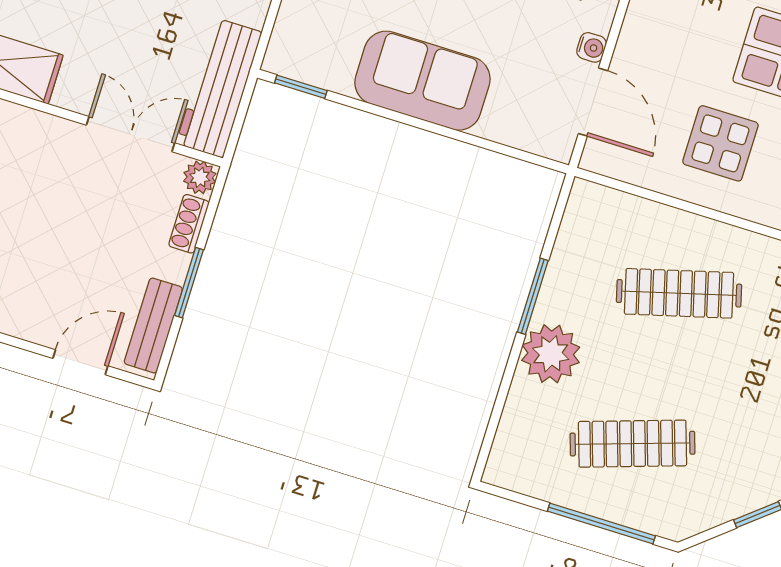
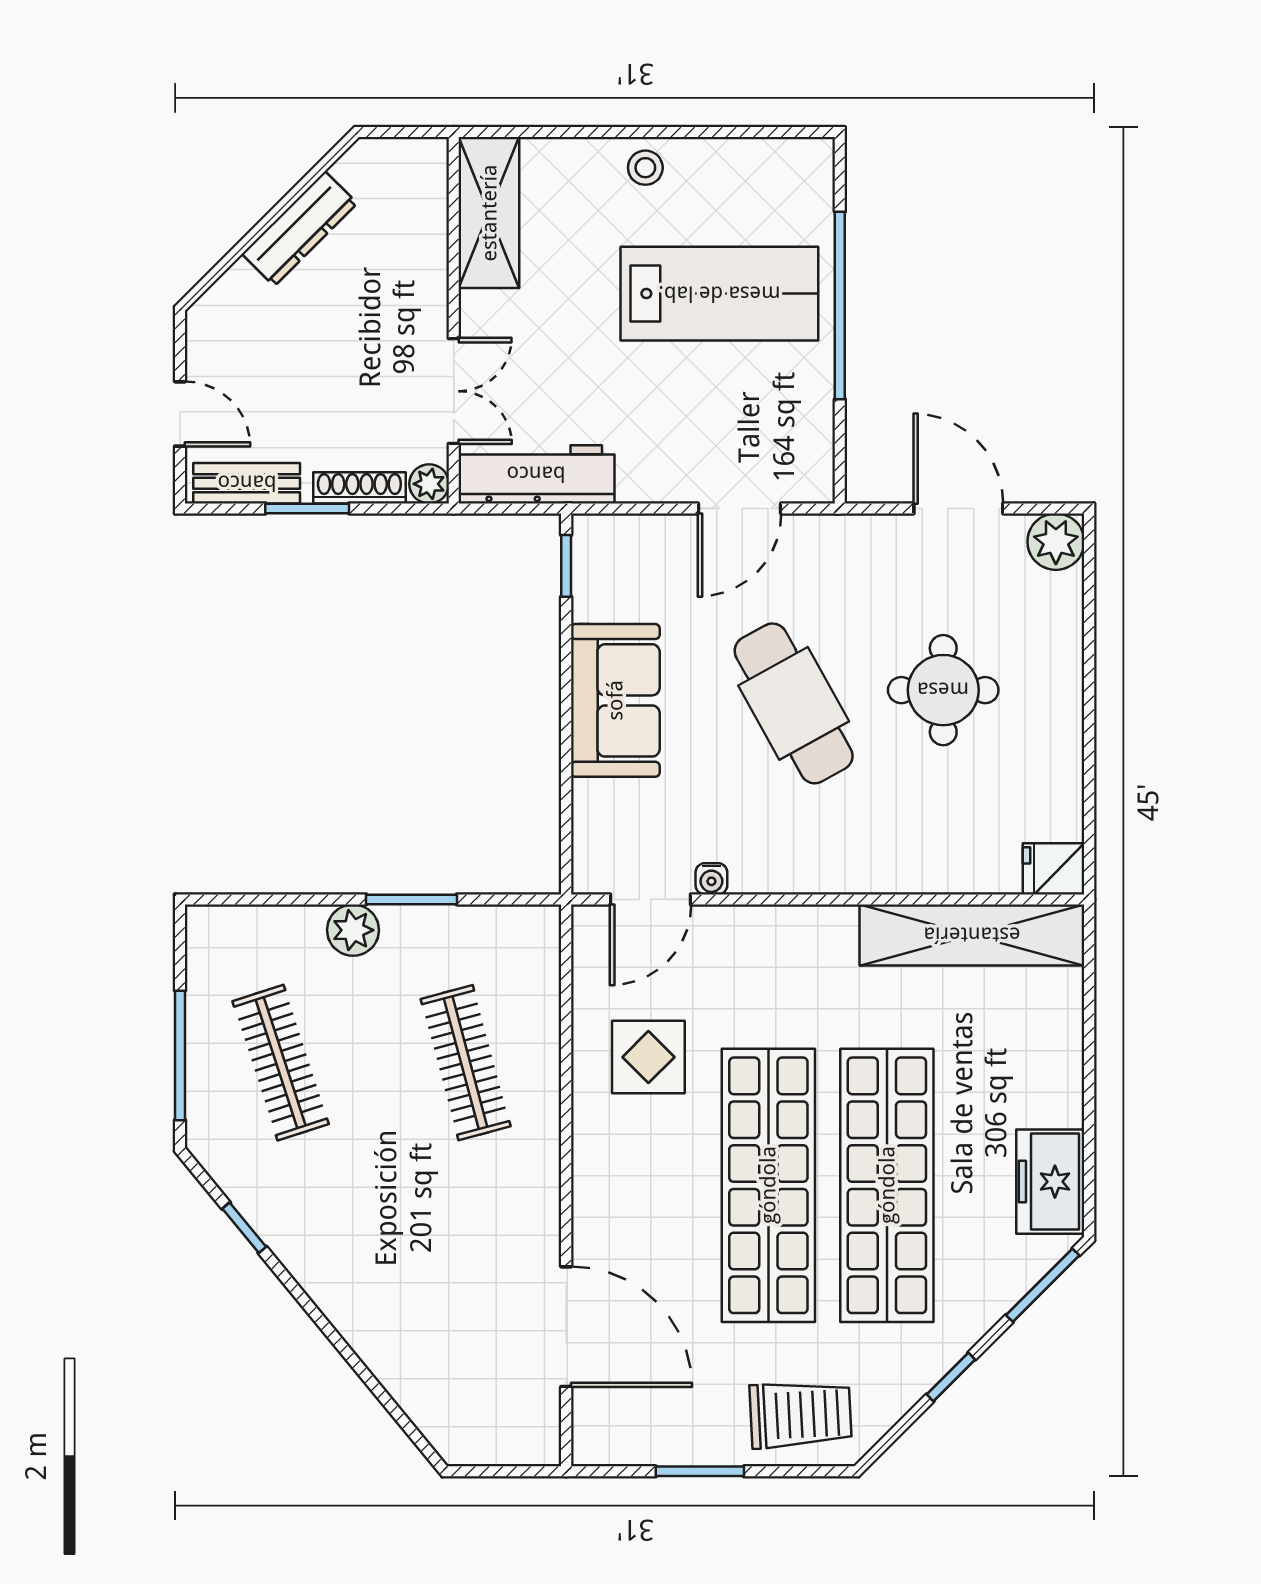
shoe rack: (189, 224) -> (359, 488), width x1.43
plant: (551, 354) -> (353, 930), width x0.73, depth x0.73

